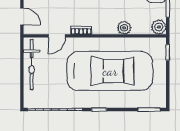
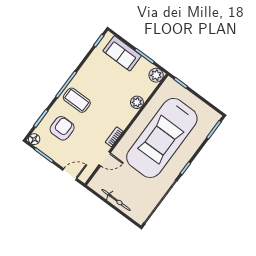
door: (57, 36) -> (105, 159), hinge flipped
bicycle: (32, 64) -> (116, 200), width x0.73, depth x0.71
car: (110, 71) -> (162, 138), turned 180

